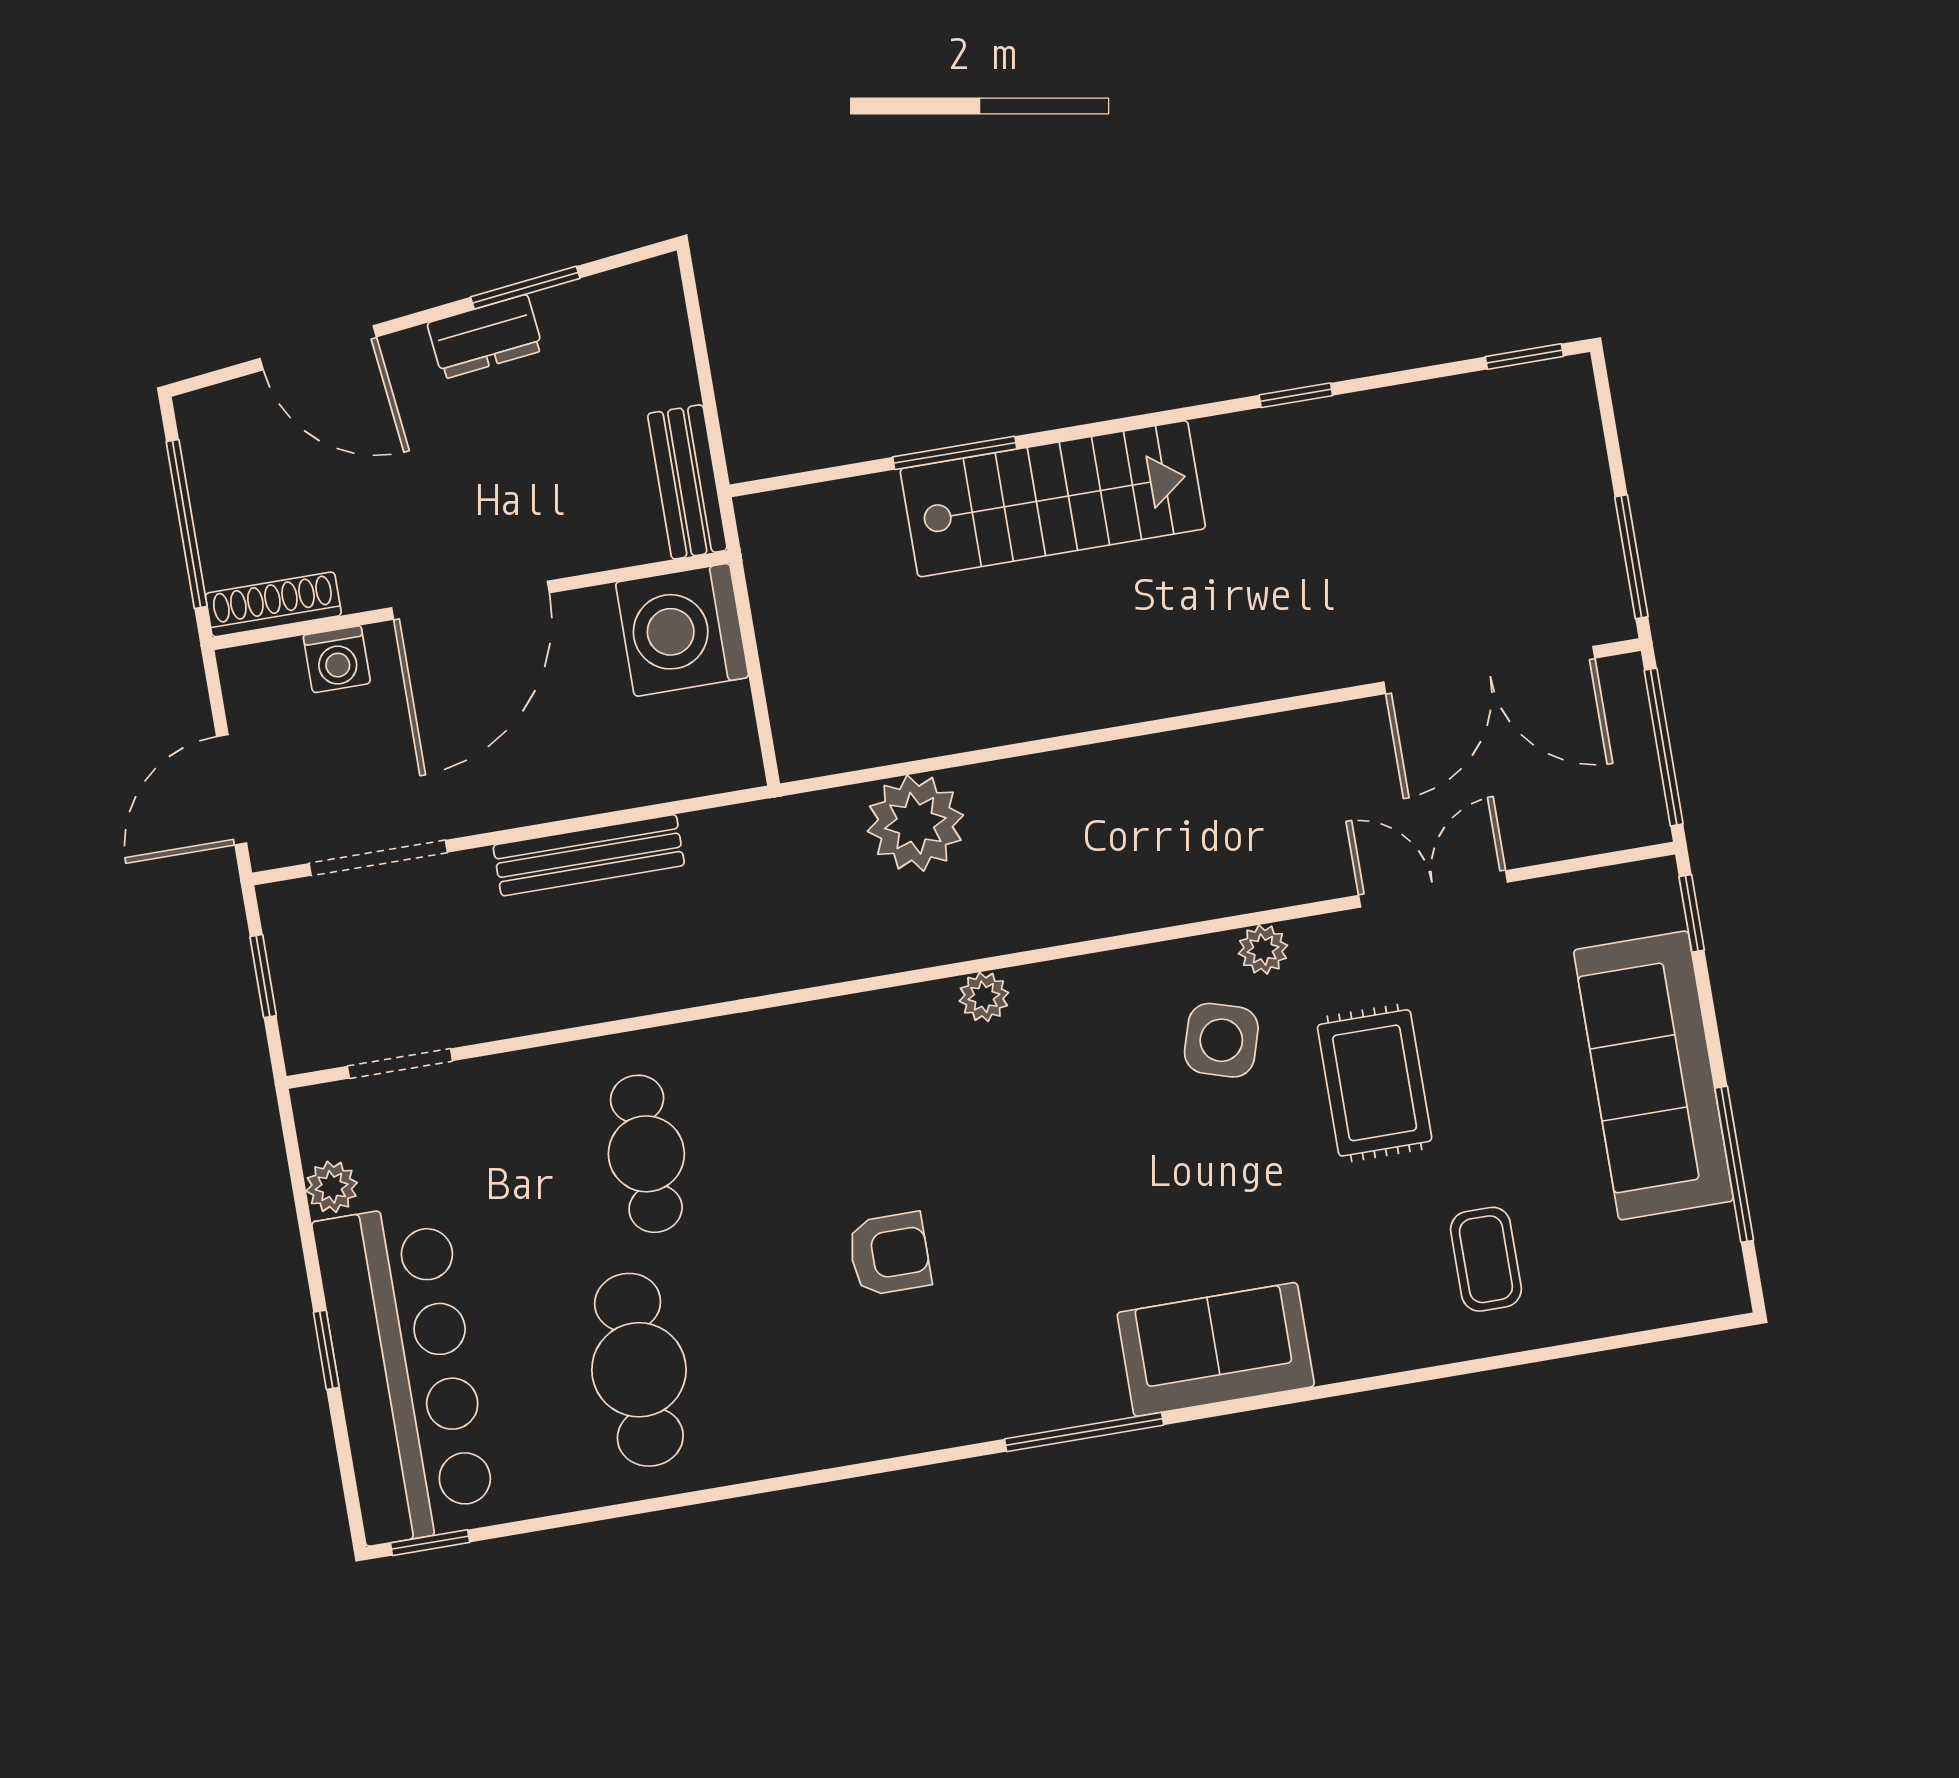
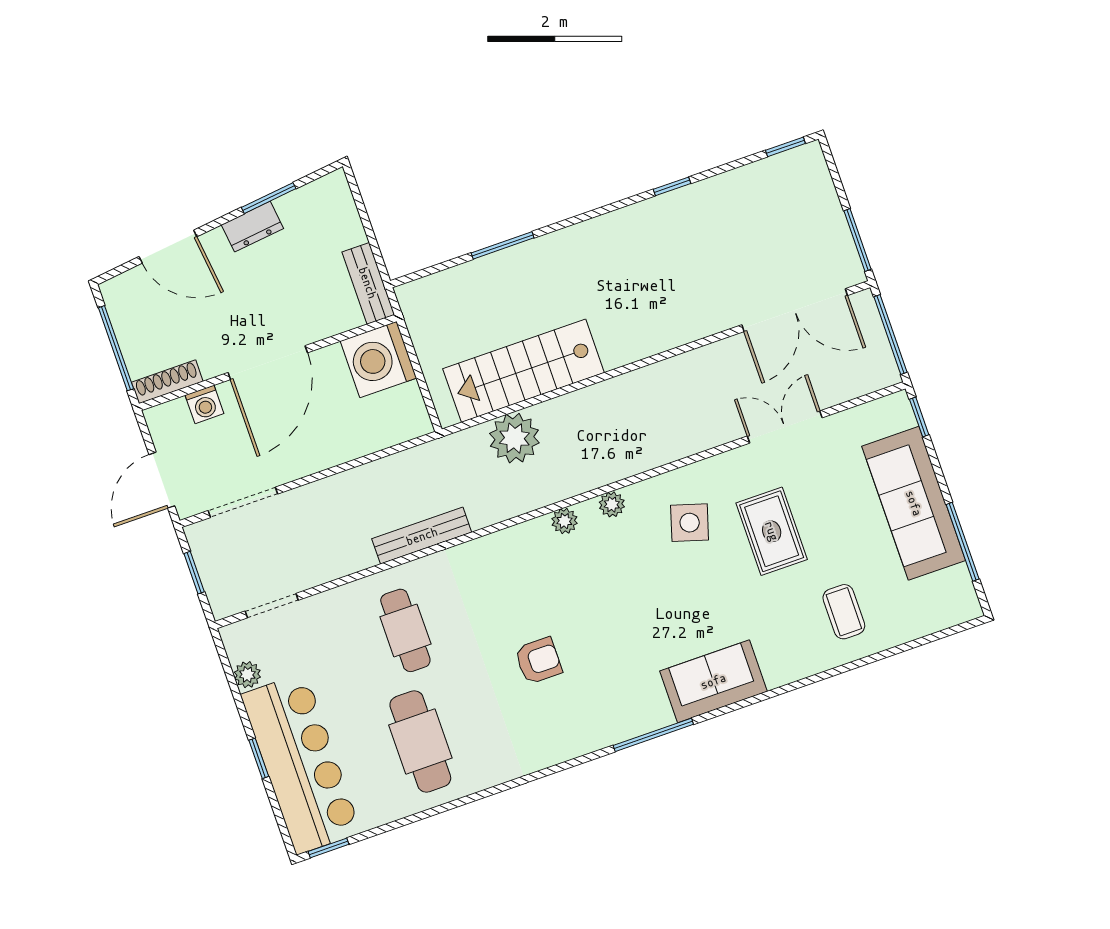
stairs: (1053, 499) -> (524, 371), moved, turned 180
bench: (589, 855) -> (422, 536), moved
plant: (1263, 950) -> (612, 504), moved

